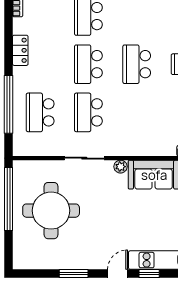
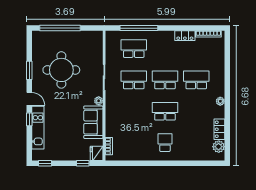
locker: (20, 50) -> (185, 36), moved
window: (8, 199) -> (60, 28), moved
round table: (51, 211) -> (61, 70), moved

